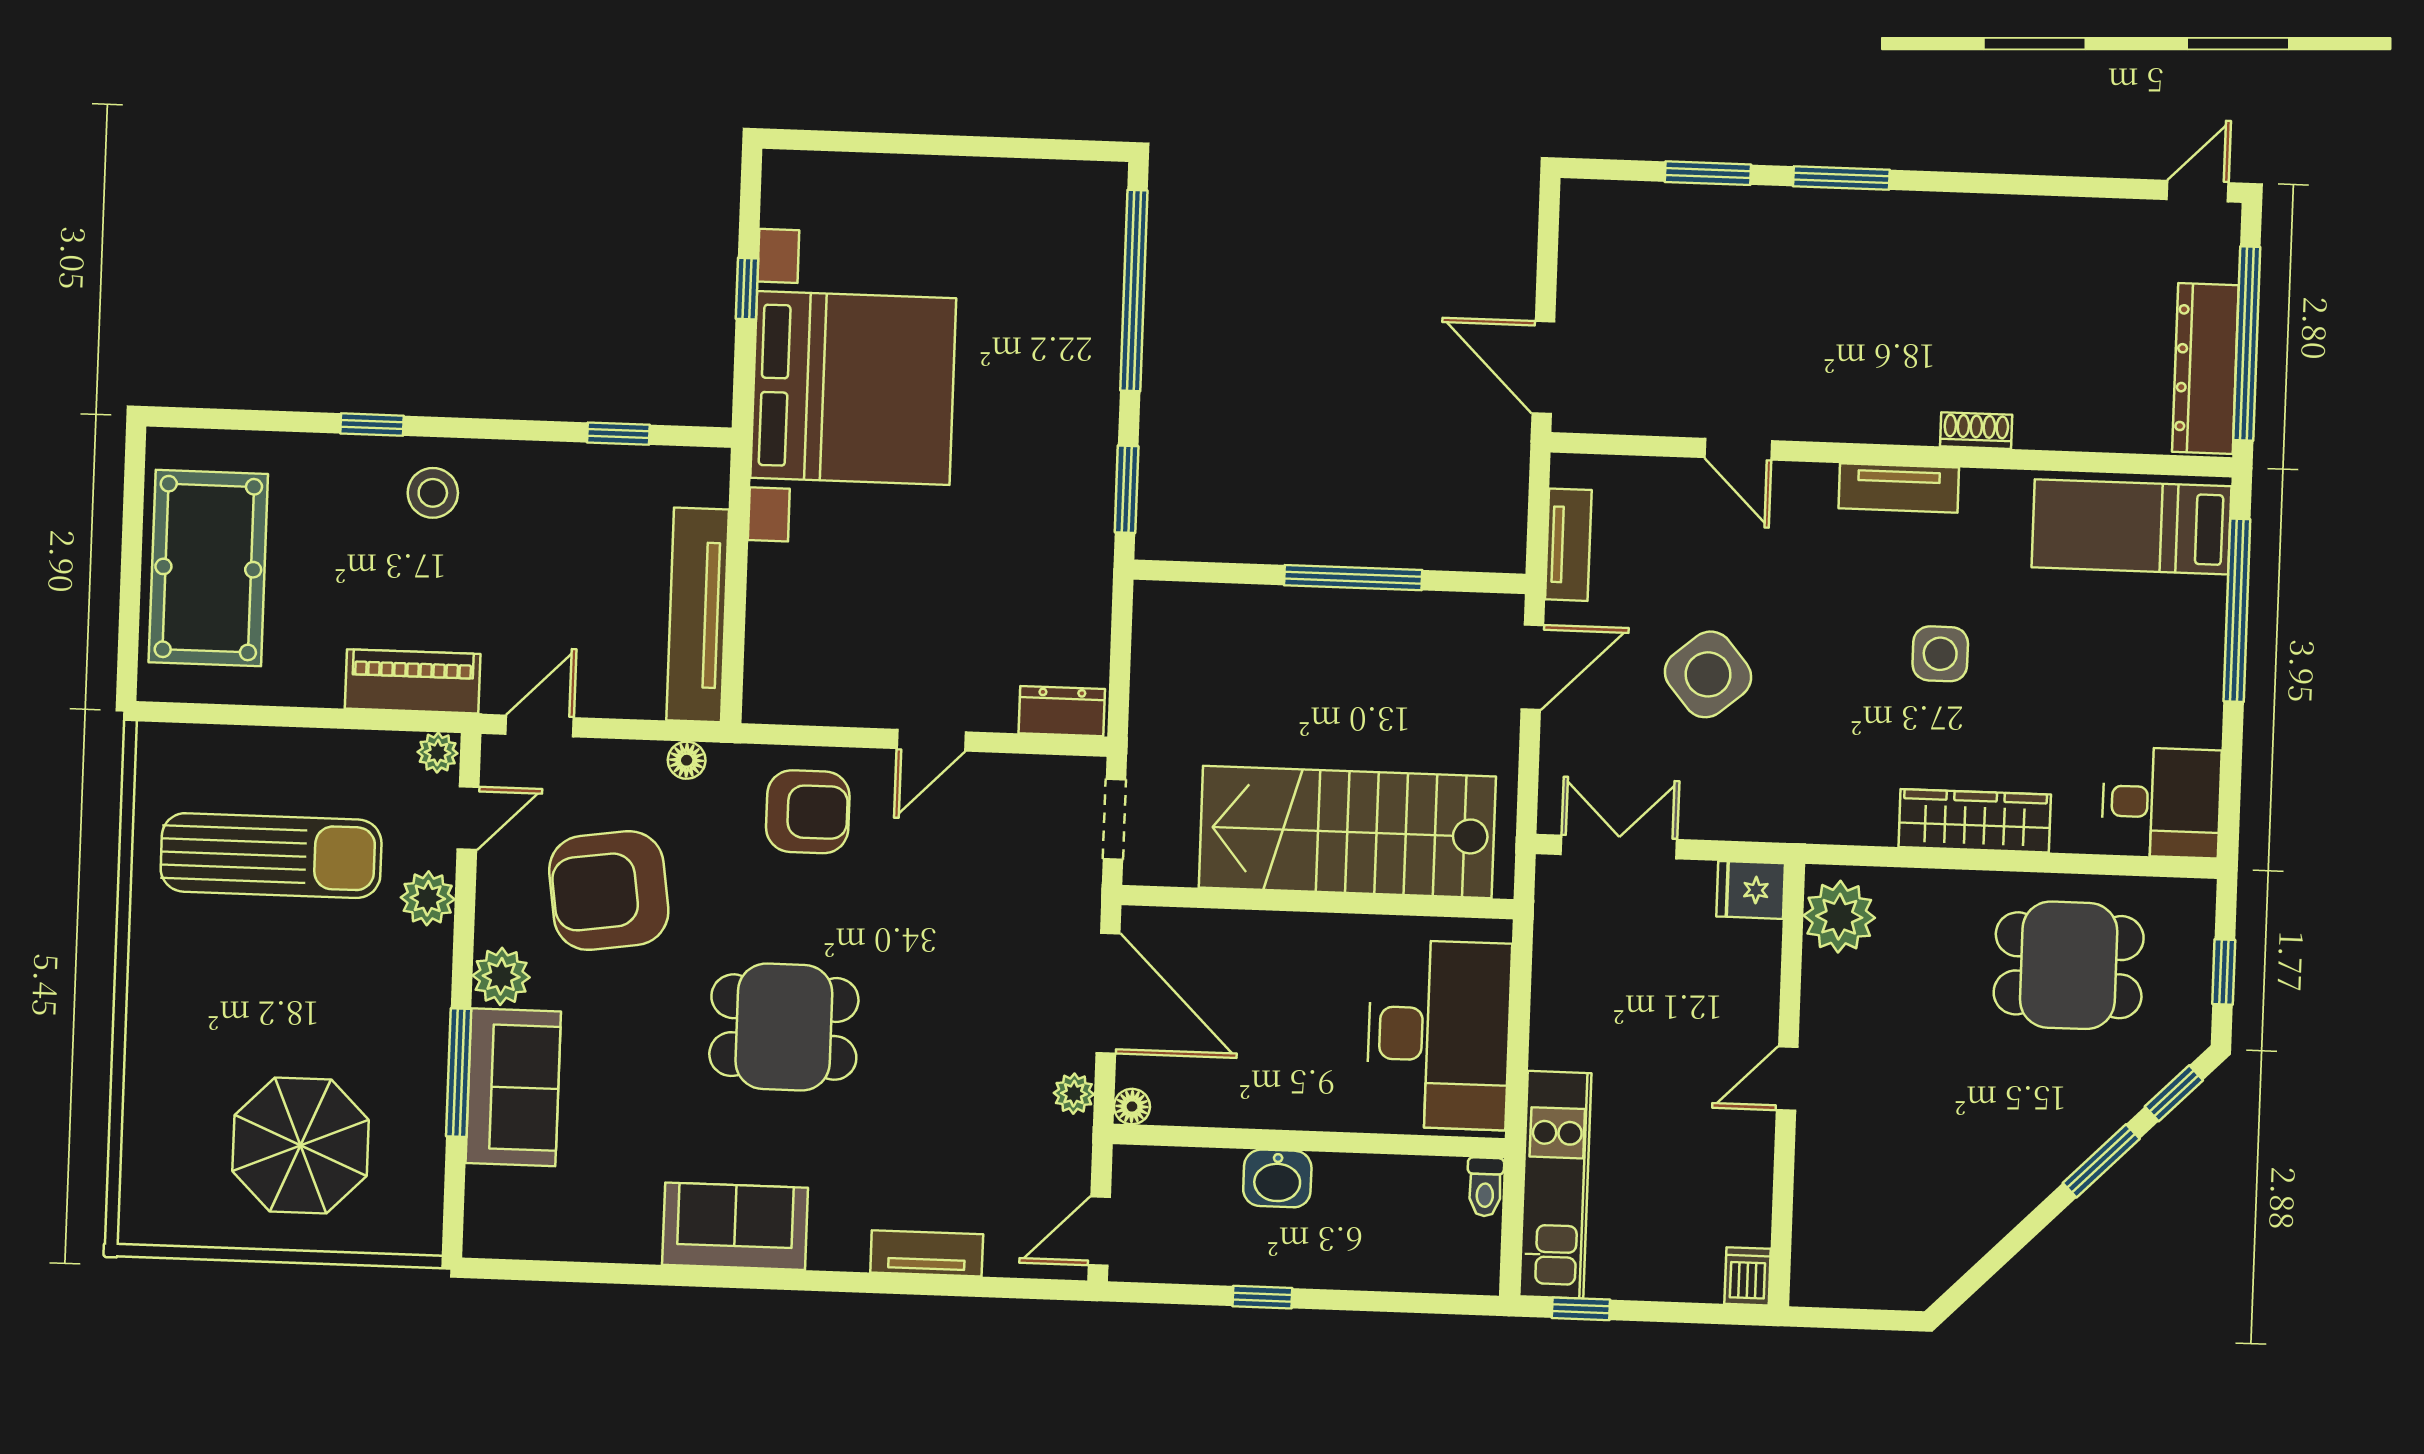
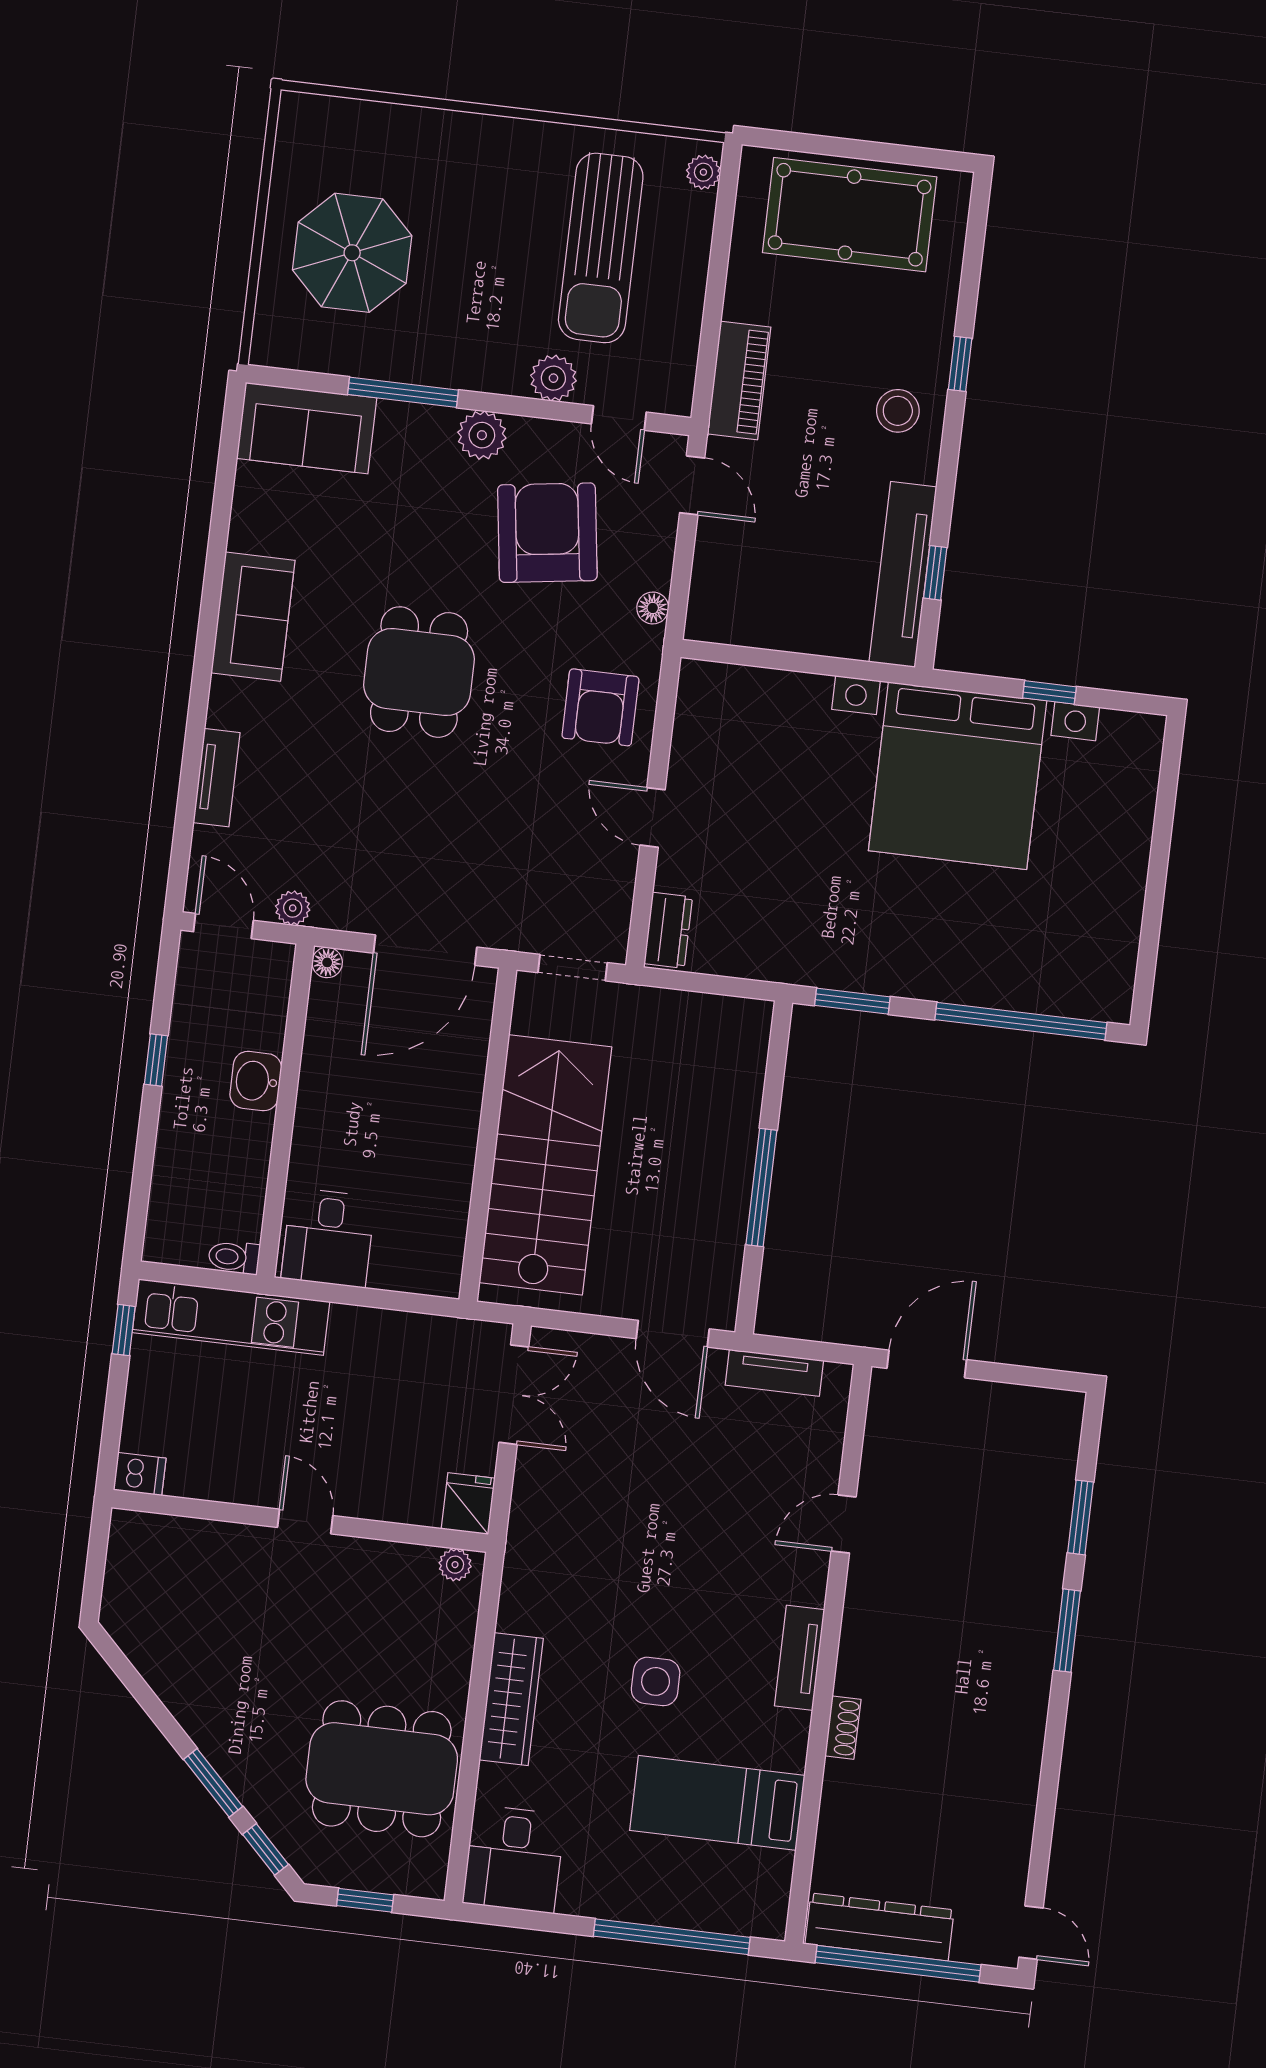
bed: (2132, 527) -> (717, 1803), moved, turned -90
tv unit: (698, 615) -> (903, 574), moved, turned -90
side table: (1708, 674) -> (654, 1483), removed
plant: (438, 753) -> (703, 172), moved
plant: (1839, 917) -> (455, 1565), width x0.53, depth x0.53
dining table: (2069, 965) -> (382, 1769), width x1.38
desk: (1439, 1035) -> (328, 1238), width x0.53, depth x0.77
sofa: (513, 1087) -> (307, 428), moved
plant: (1074, 1094) -> (293, 908), moved

